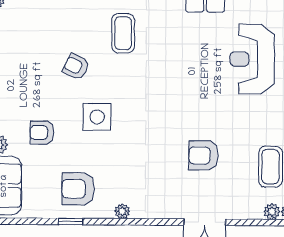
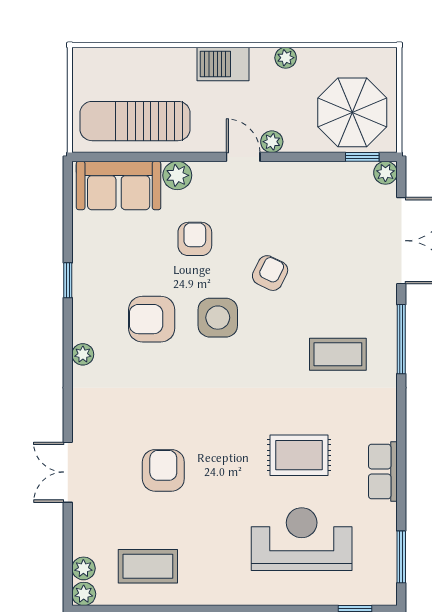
rug: (193, 61) -> (299, 455), added
armchair: (76, 67) -> (270, 273), moved
armchair: (78, 189) -> (152, 319), moved, turned -90

